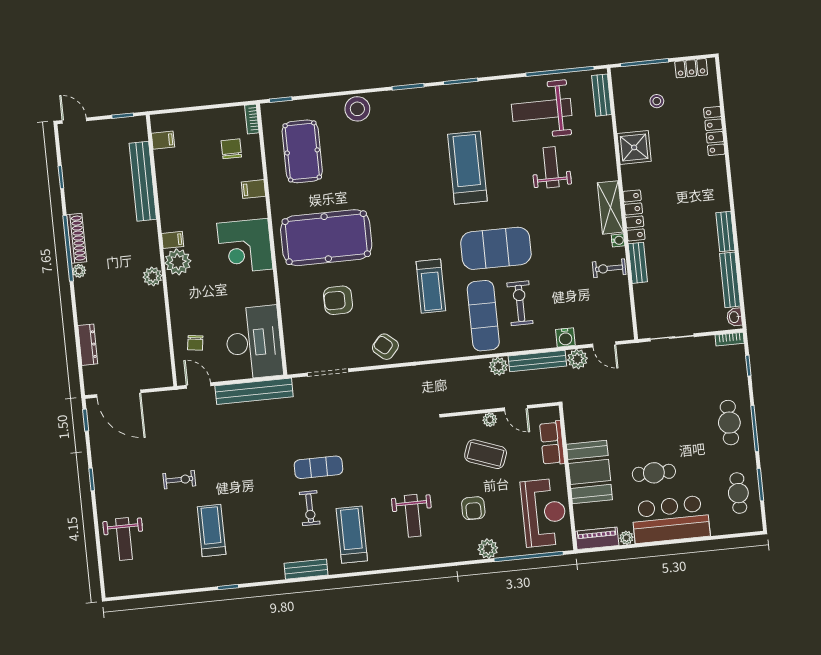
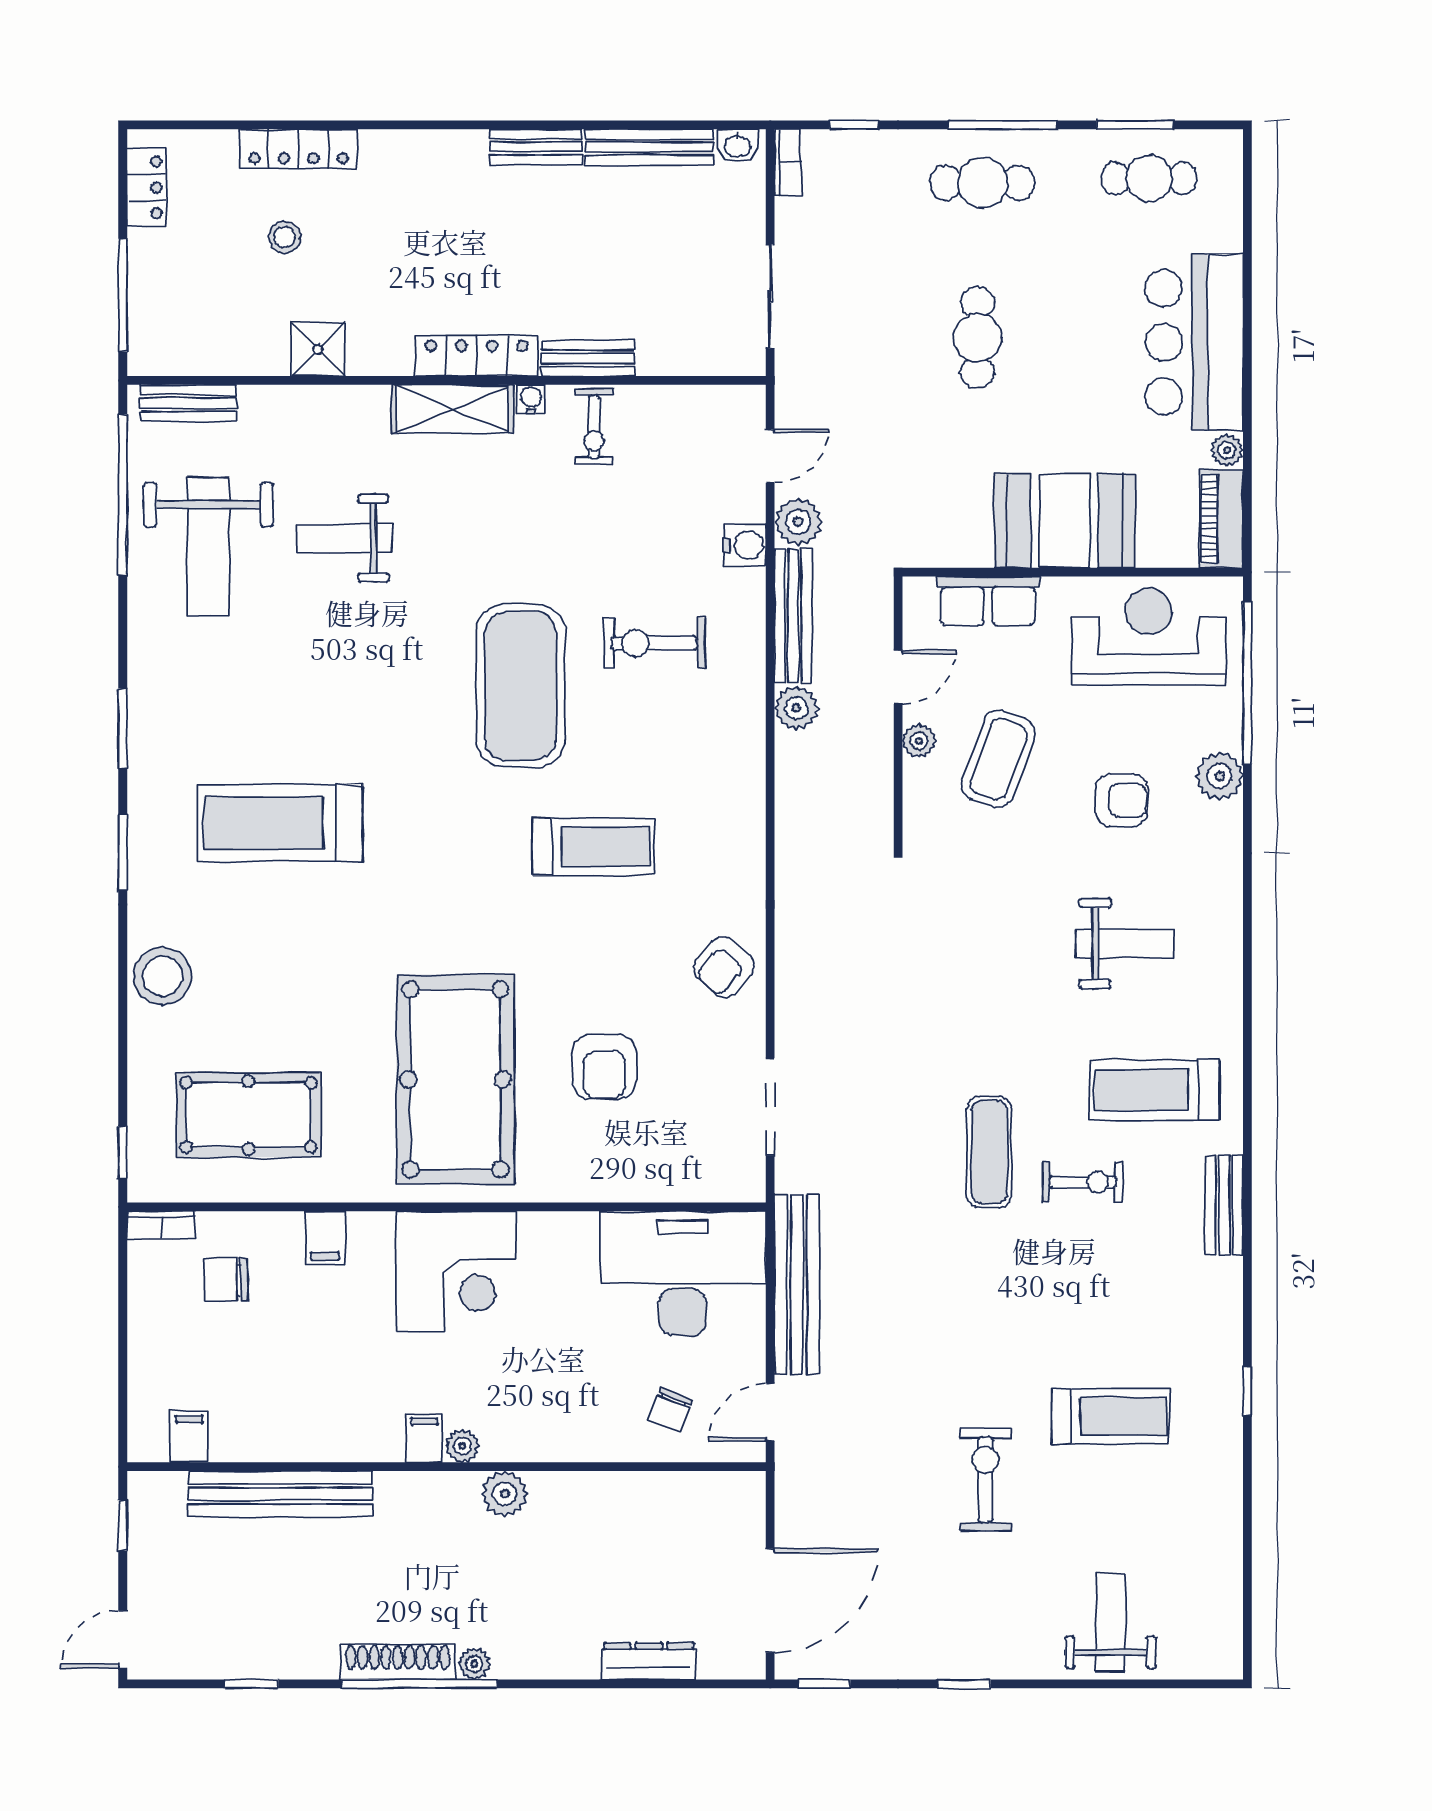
stool: (657, 101) -> (285, 237), moved
shower: (634, 147) -> (318, 349), width x0.73, depth x0.73
treadmill: (467, 168) -> (280, 823), moved
plant: (178, 262) -> (462, 1446), width x0.53, depth x0.53
exercise mat: (483, 316) -> (675, 732), removed
chair: (195, 343) -> (670, 1410), turned 104
cafe table: (654, 473) -> (977, 337), moved
exercise bike: (179, 480) -> (985, 1479), width x1.38, depth x1.39
treadmill: (212, 530) -> (1111, 1416), turned 180
weight bench: (124, 539) -> (1111, 1623), turned -90

